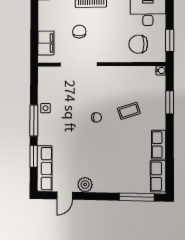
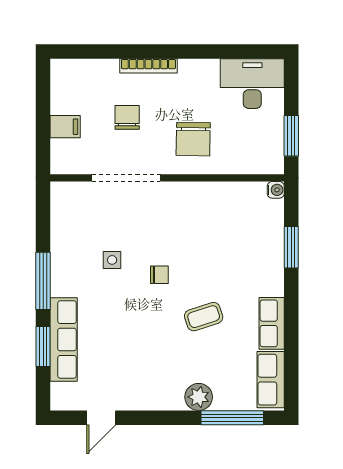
filing cabinet: (46, 43) -> (65, 127), width x0.50
chair: (138, 44) -> (193, 139), moved, turned -89
side table: (45, 108) -> (112, 260), moved
coffee table: (129, 111) -> (204, 317), moved
row of seats: (45, 168) -> (64, 339), moved
plant: (85, 185) -> (199, 397), moved

